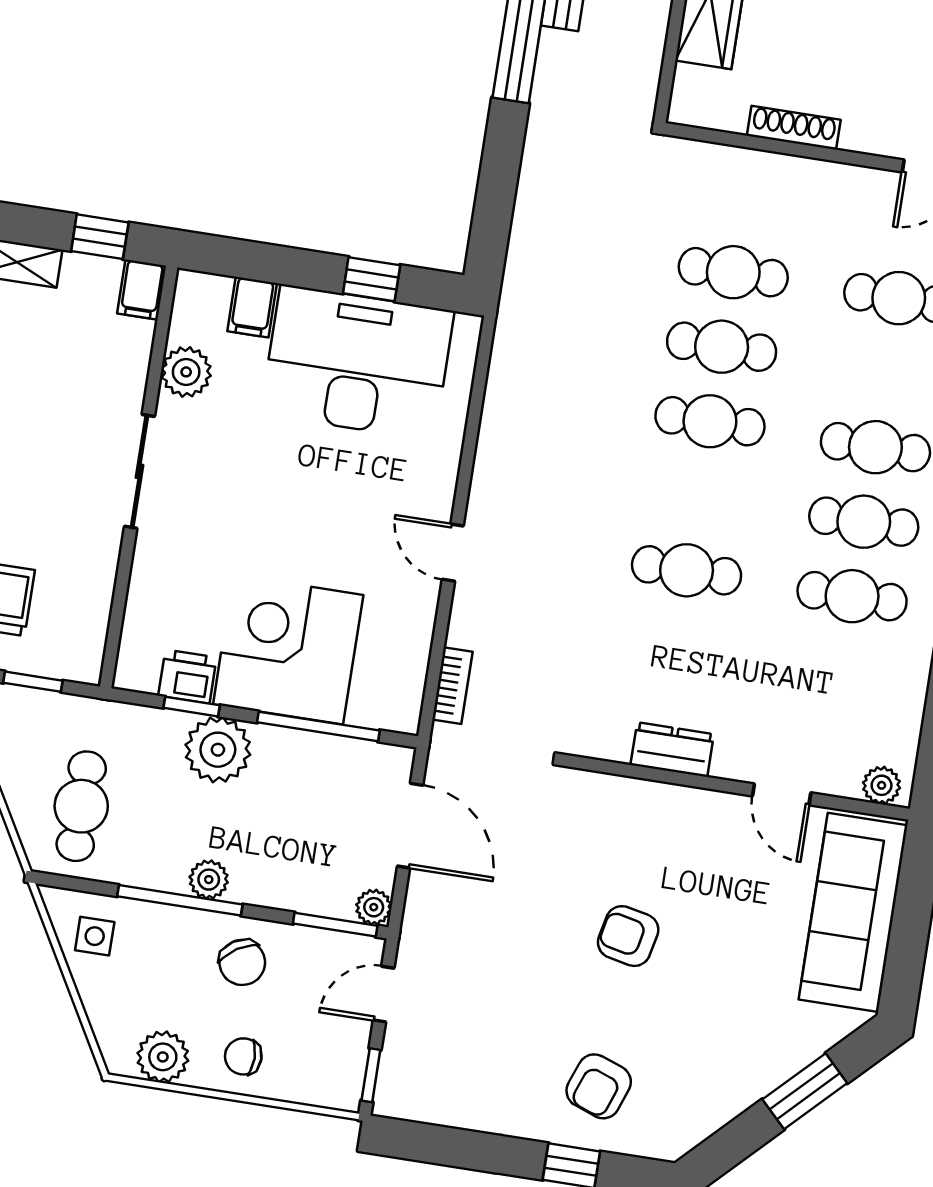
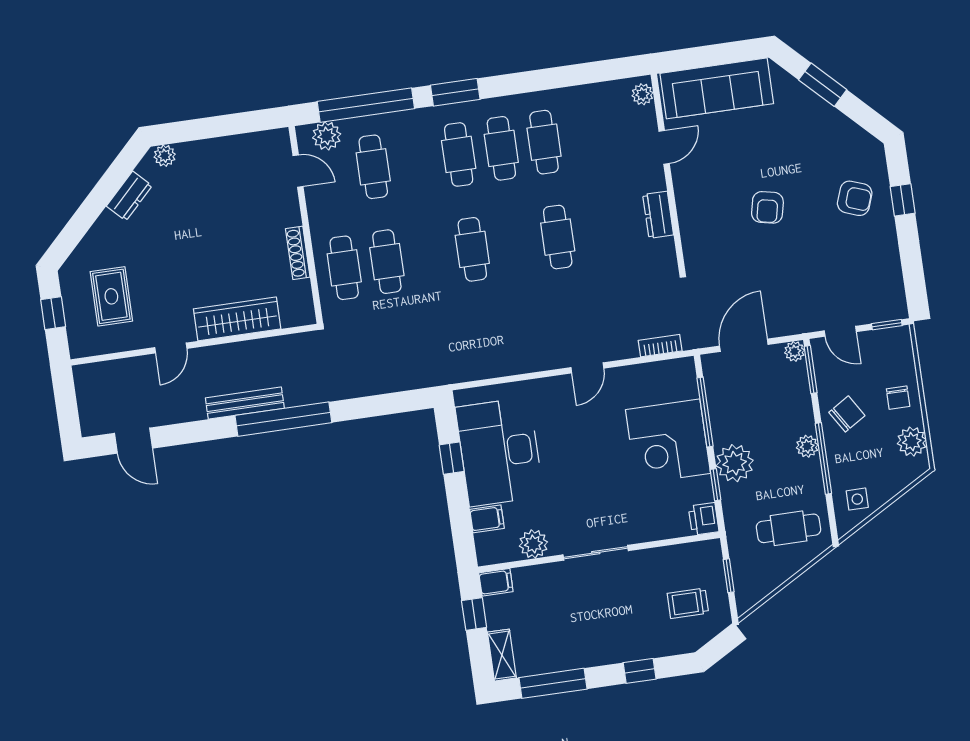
cafe table: (722, 347) -> (344, 268), moved
printer: (187, 676) -> (704, 519), moved

